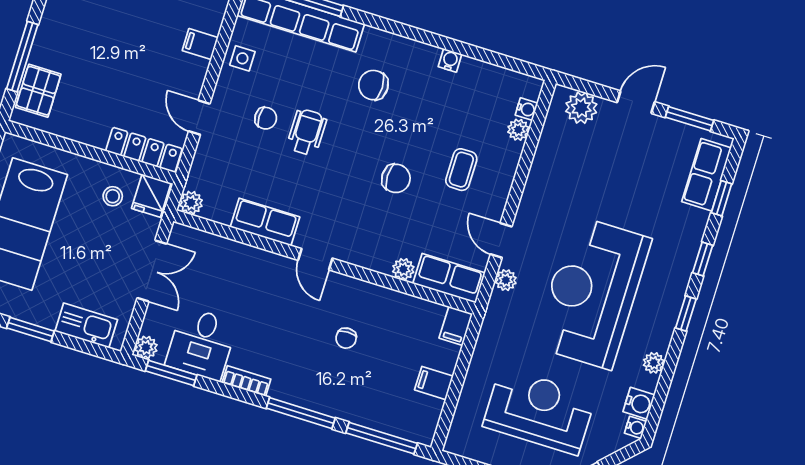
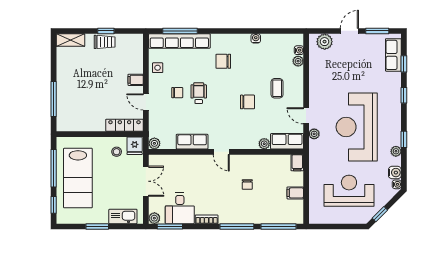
filing cabinet: (200, 44) -> (136, 80), moved
pallet: (38, 91) -> (66, 113), removed
window: (686, 313) -> (404, 139), moved

